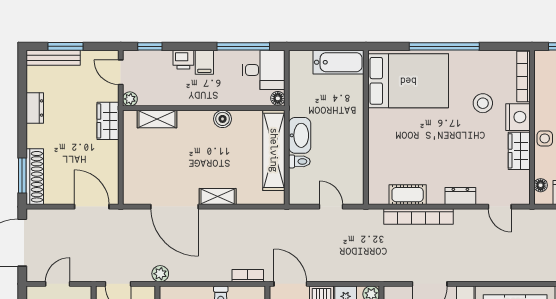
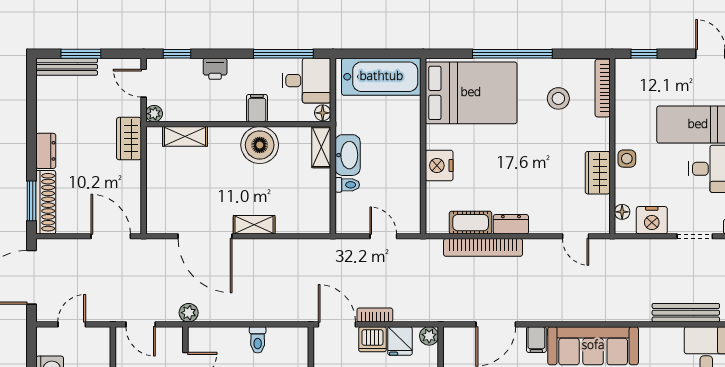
filing cabinet: (204, 62) -> (257, 108), moved, turned 180
bathtub: (339, 62) -> (381, 77), width x1.36, depth x1.36
stool: (483, 103) -> (558, 98), moved
dresser: (35, 108) -> (46, 151), moved
nightstand: (518, 117) -> (439, 165), moved, turned 180
boiler: (223, 119) -> (260, 145), width x1.86, depth x1.86
shelving: (274, 150) -> (321, 147), width x0.45, depth x0.75
dresser: (460, 196) -> (511, 224), moved
bookcase: (248, 276) -> (375, 315), moved

